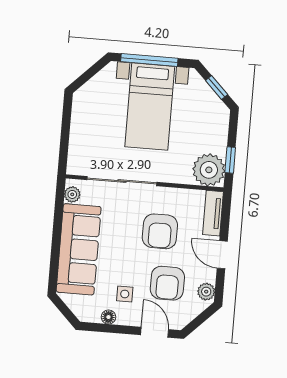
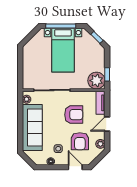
armchair: (160, 231) -> (74, 115), turned -90
door: (222, 255) -> (107, 124), hinge flipped

